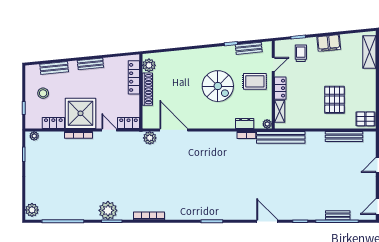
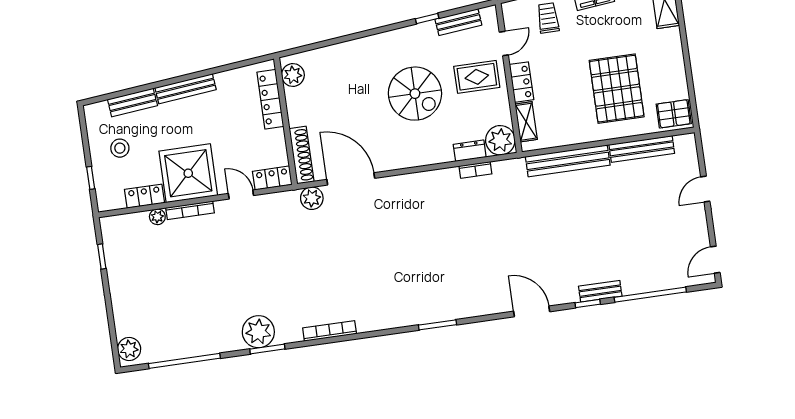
bench: (90, 64) -> (186, 89), width x1.36
shoe rack: (147, 89) -> (302, 155), moved
pallet: (335, 100) -> (617, 89), width x1.37, depth x1.41
plant: (267, 124) -> (500, 140), width x1.88, depth x1.88
plant: (34, 136) -> (157, 217), moved
bench: (281, 137) -> (568, 161), moved
bench: (338, 215) -> (600, 291), moved

